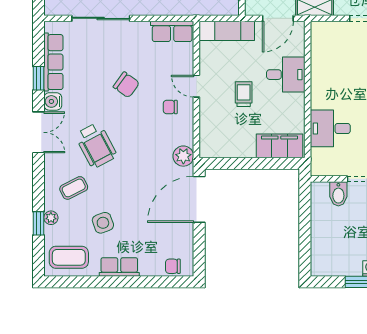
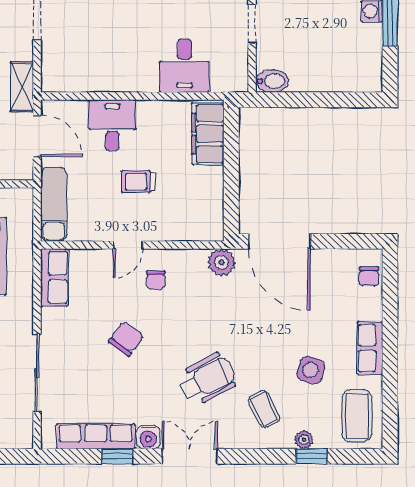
bidet: (338, 194) -> (272, 81), moved
side table: (103, 223) -> (311, 370), turned 37

